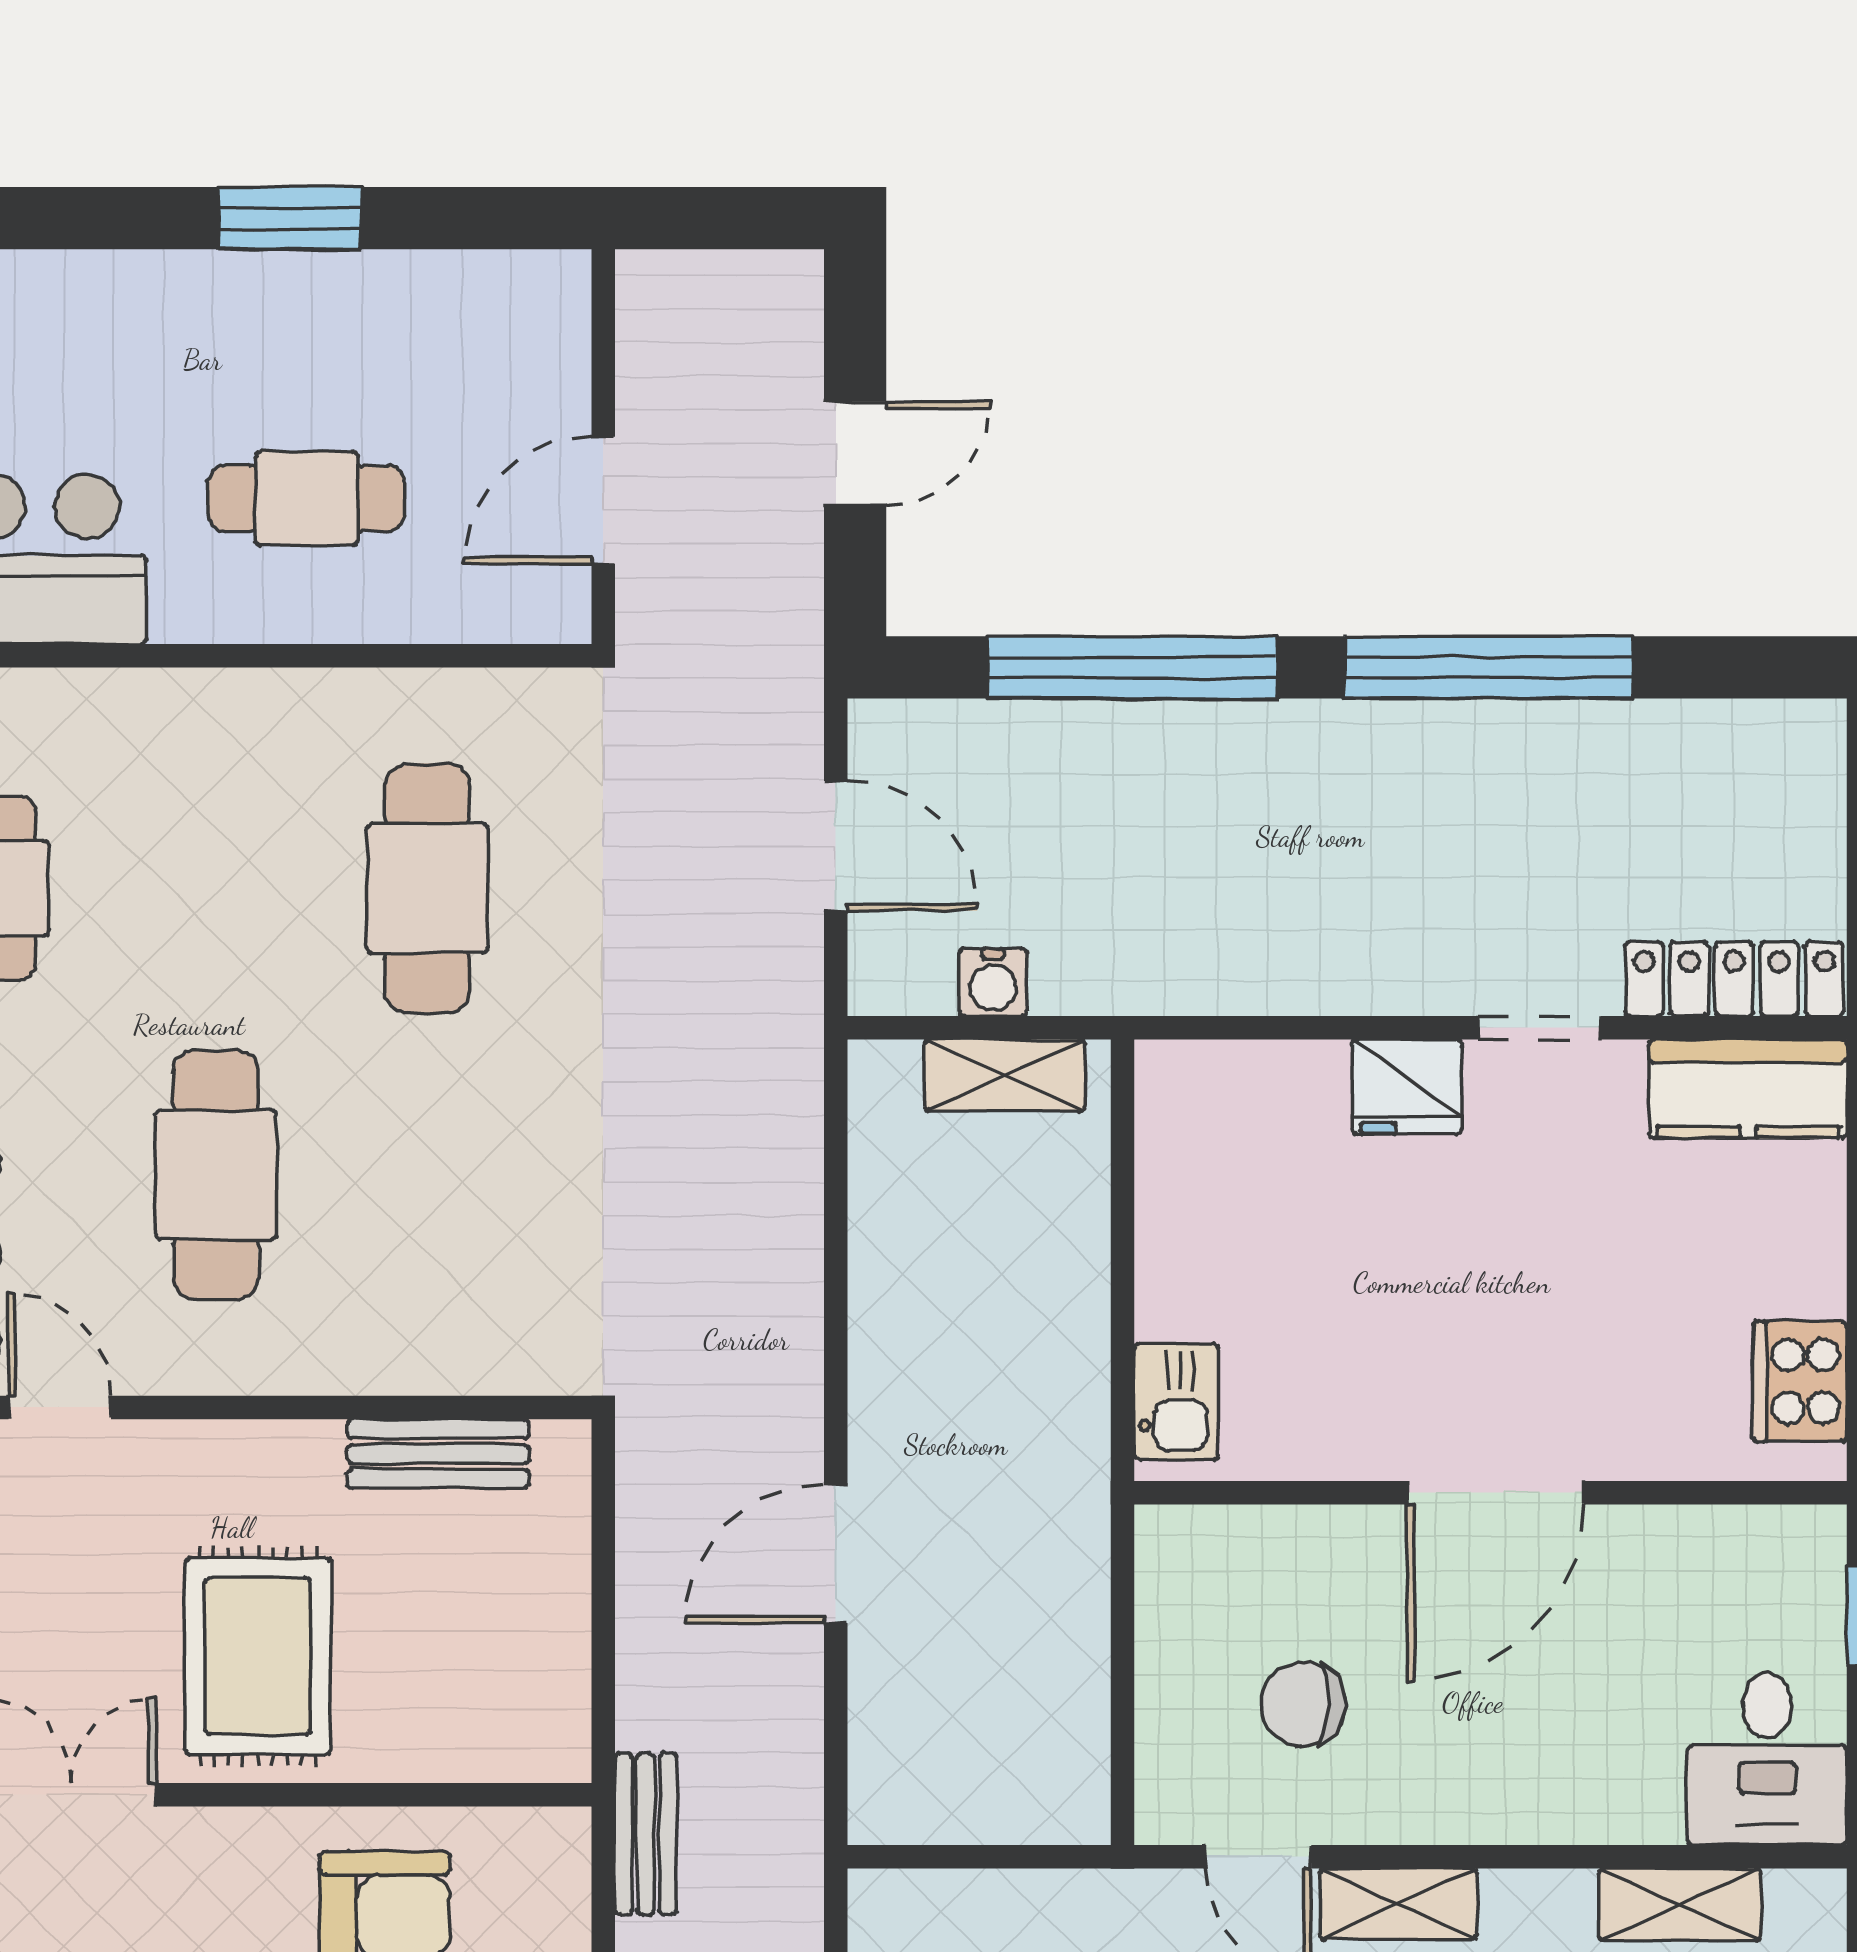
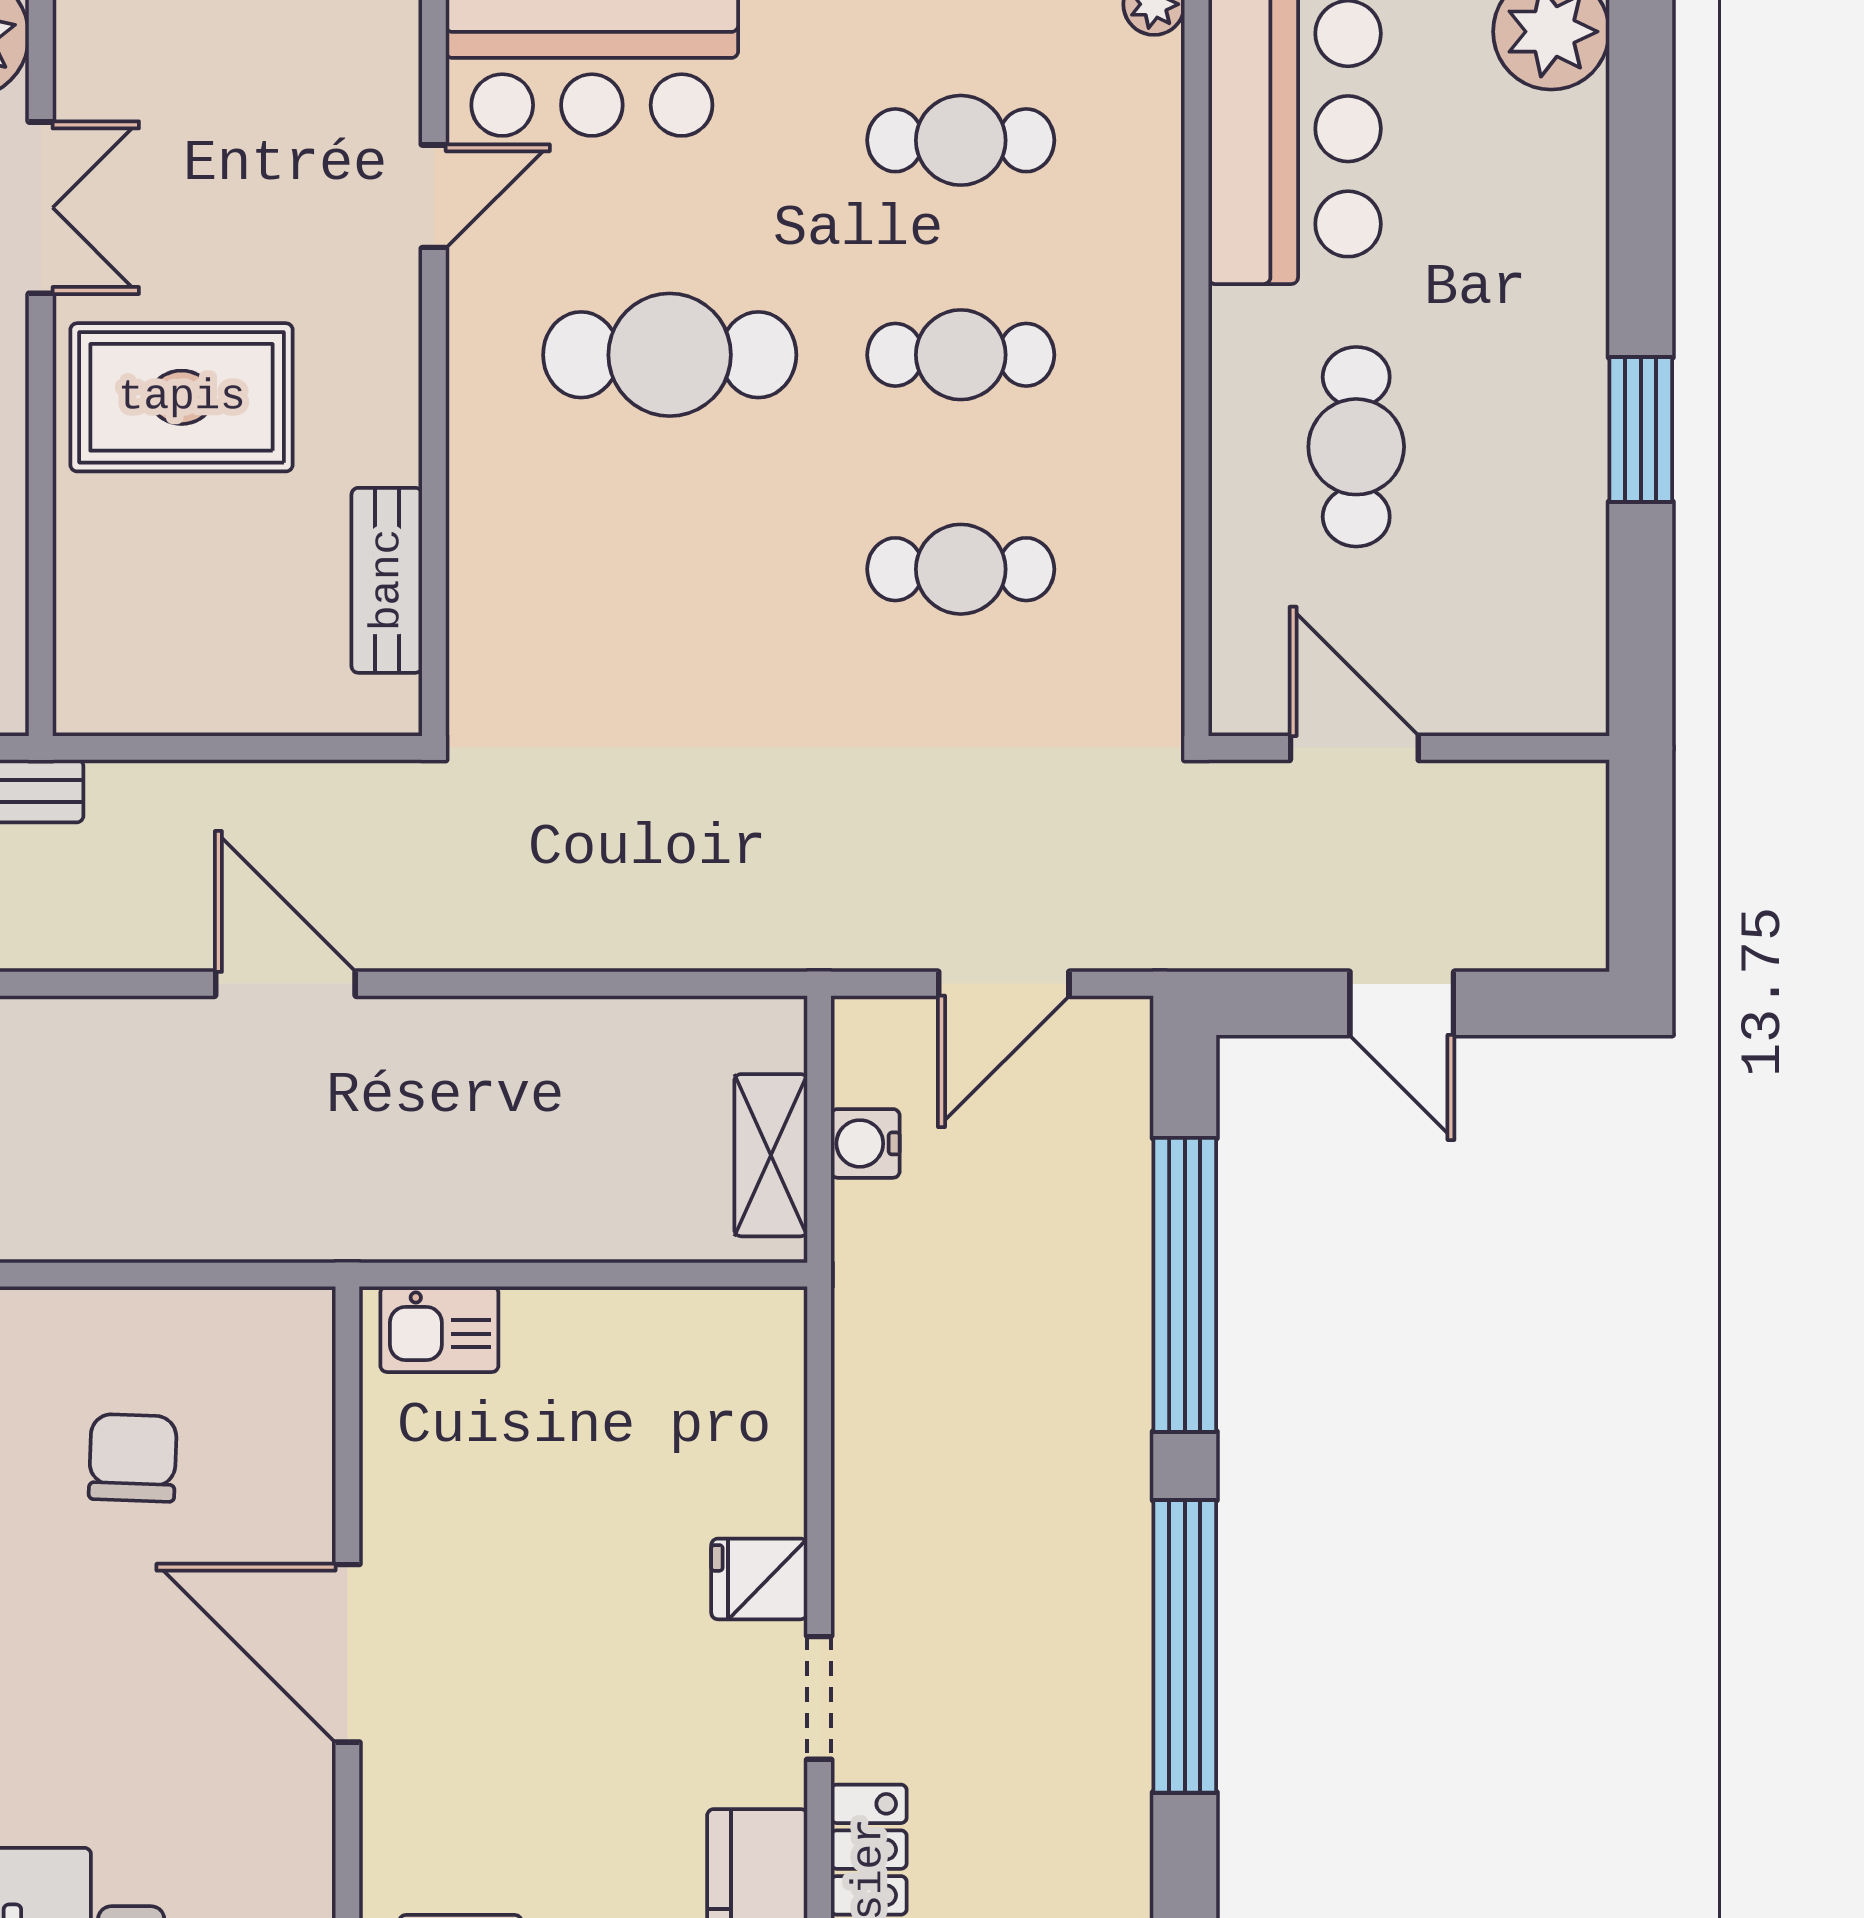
cafe table: (216, 888) -> (961, 355), added
cafe table: (427, 888) -> (961, 569), width x0.73, depth x0.74
fridge: (1407, 1087) -> (759, 1579), width x0.72

